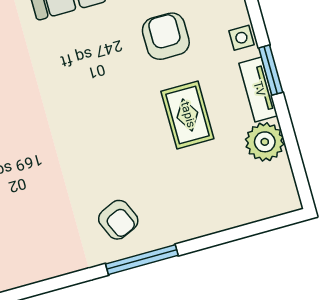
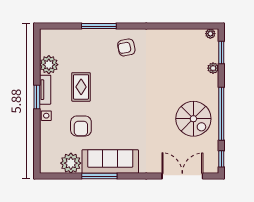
armchair: (118, 220) -> (126, 47), turned -77
window: (142, 260) -> (99, 26), moved

